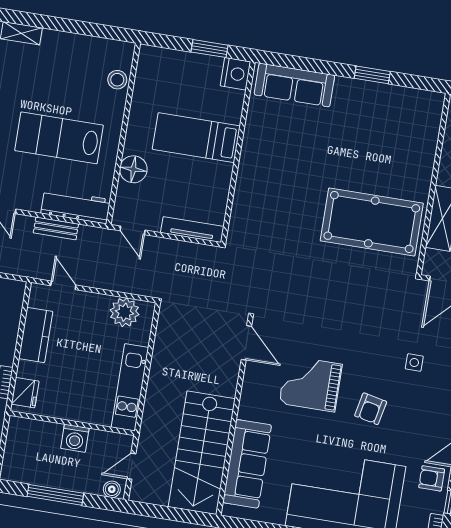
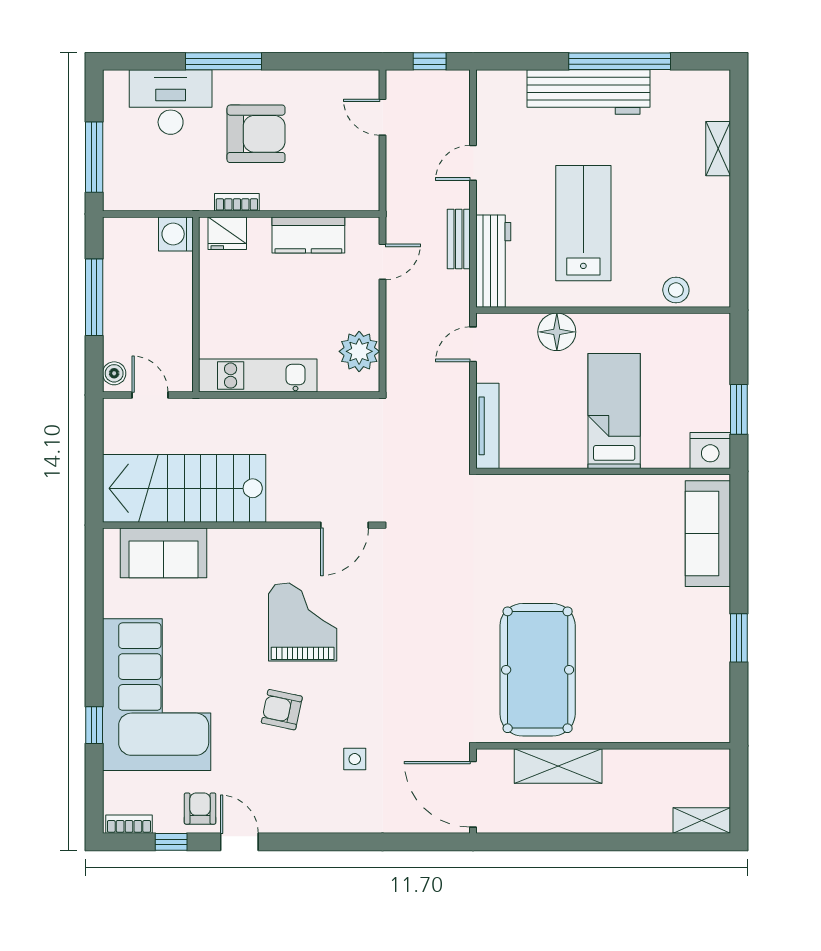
washing machine: (75, 438) -> (176, 234), moved
sofa: (247, 464) -> (164, 553), width x0.73

